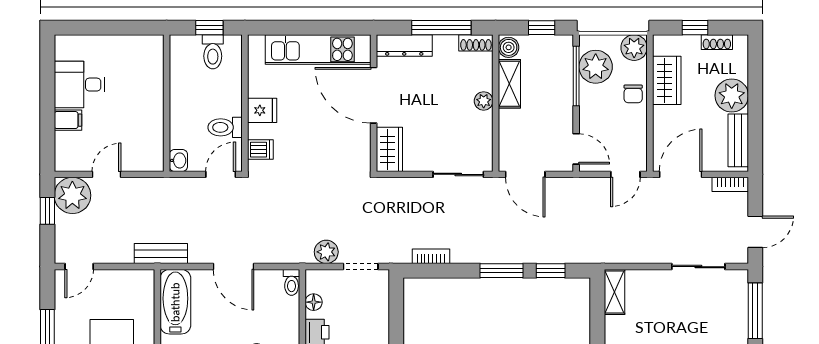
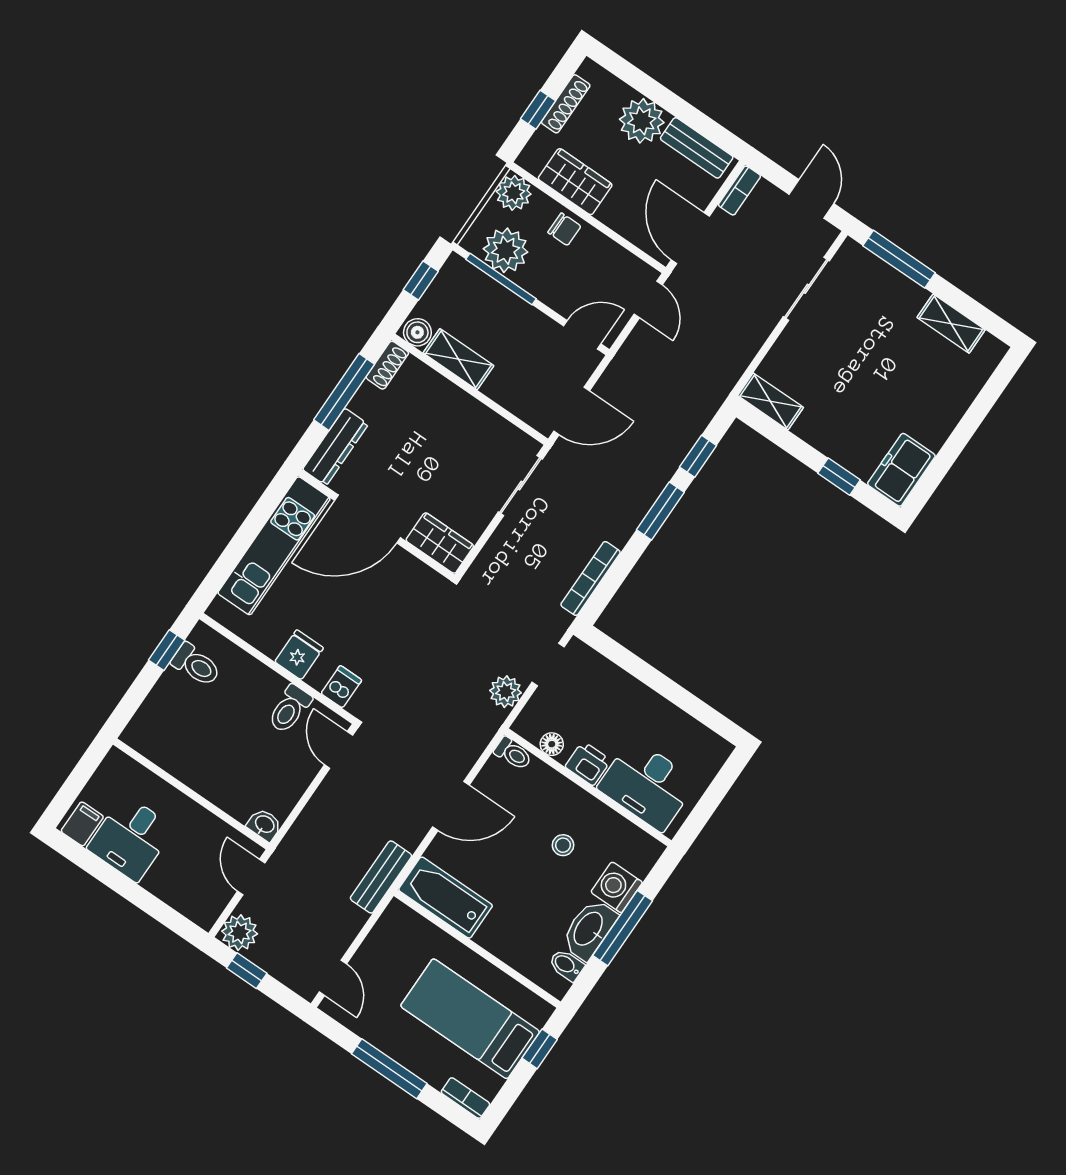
shoe rack: (717, 42) -> (566, 104), width x1.43
plant: (484, 101) -> (458, 401), removed
wall: (167, 103) -> (191, 794), moved
filing cabinet: (68, 120) -> (82, 824), moved
washbasin: (178, 160) -> (264, 825), moved
plant: (72, 195) -> (240, 933), width x0.73, depth x0.73
bookcase: (431, 256) -> (591, 578), width x1.56

